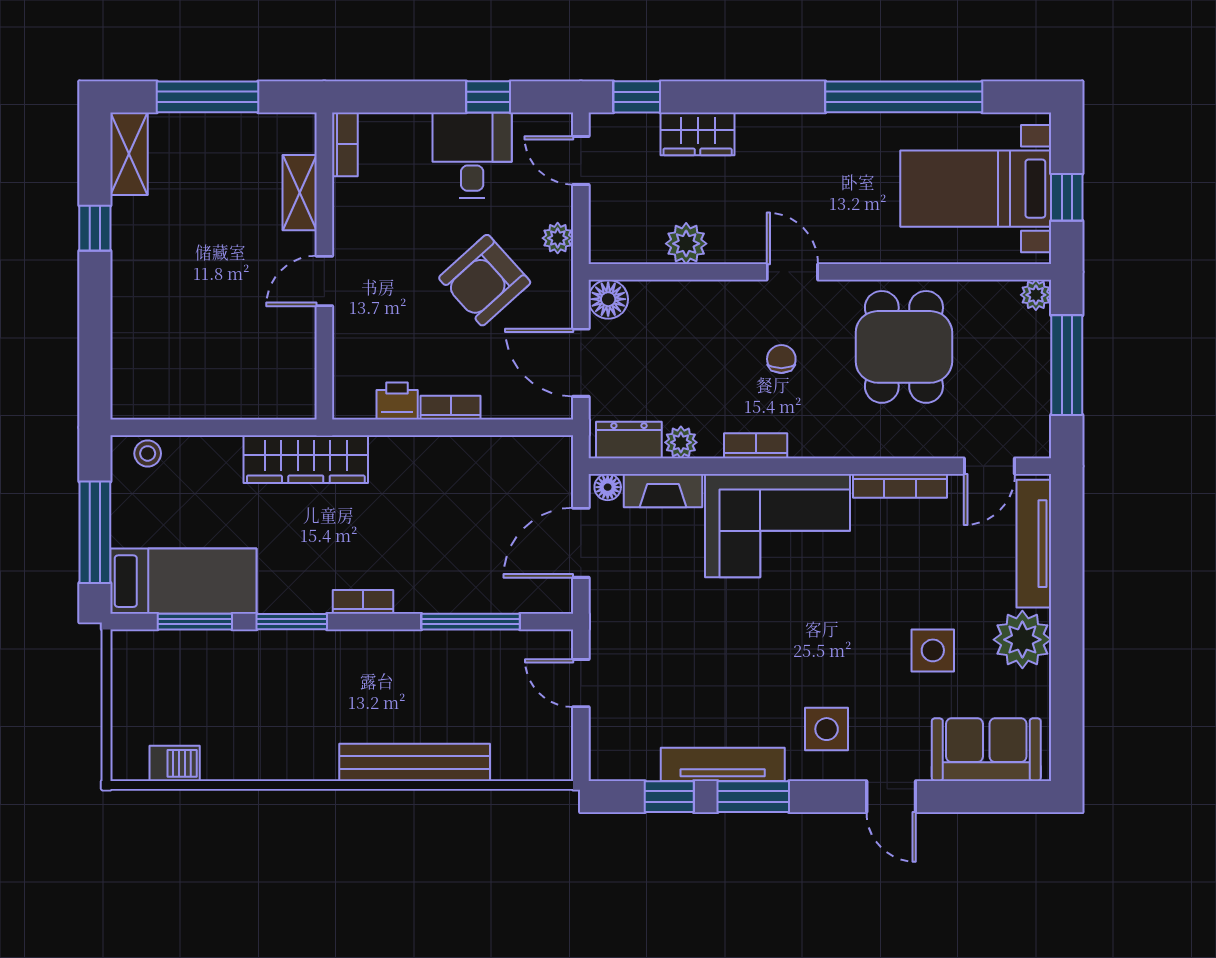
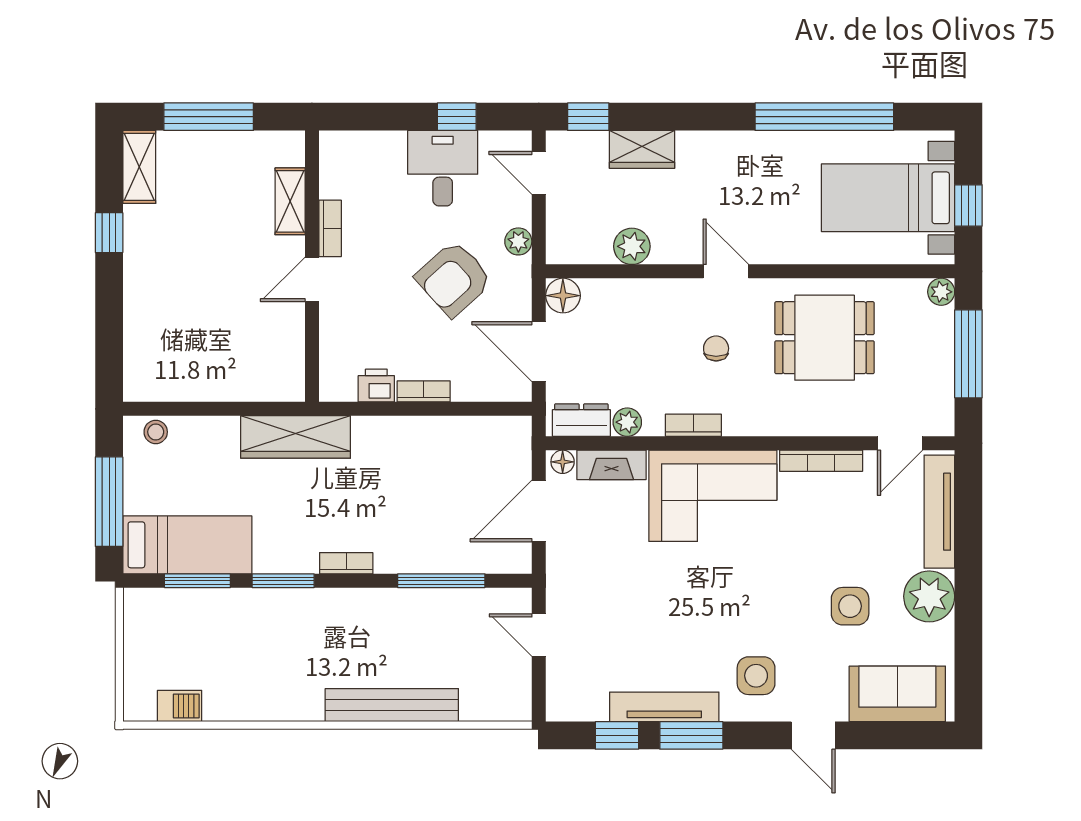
bookcase: (345, 144) -> (330, 228), moved
dining table: (904, 347) -> (825, 338), turned 90

